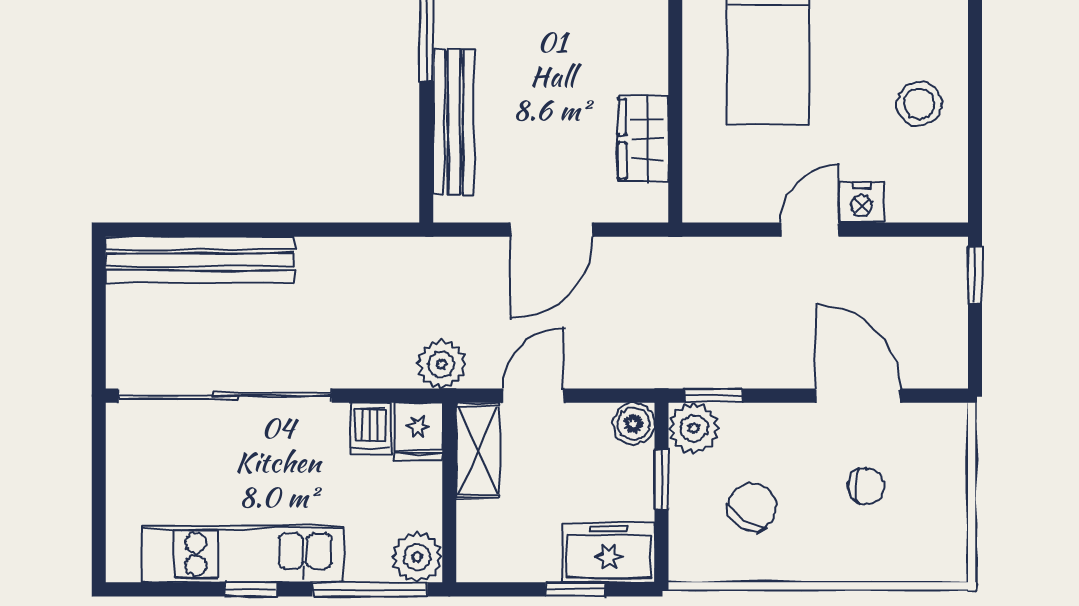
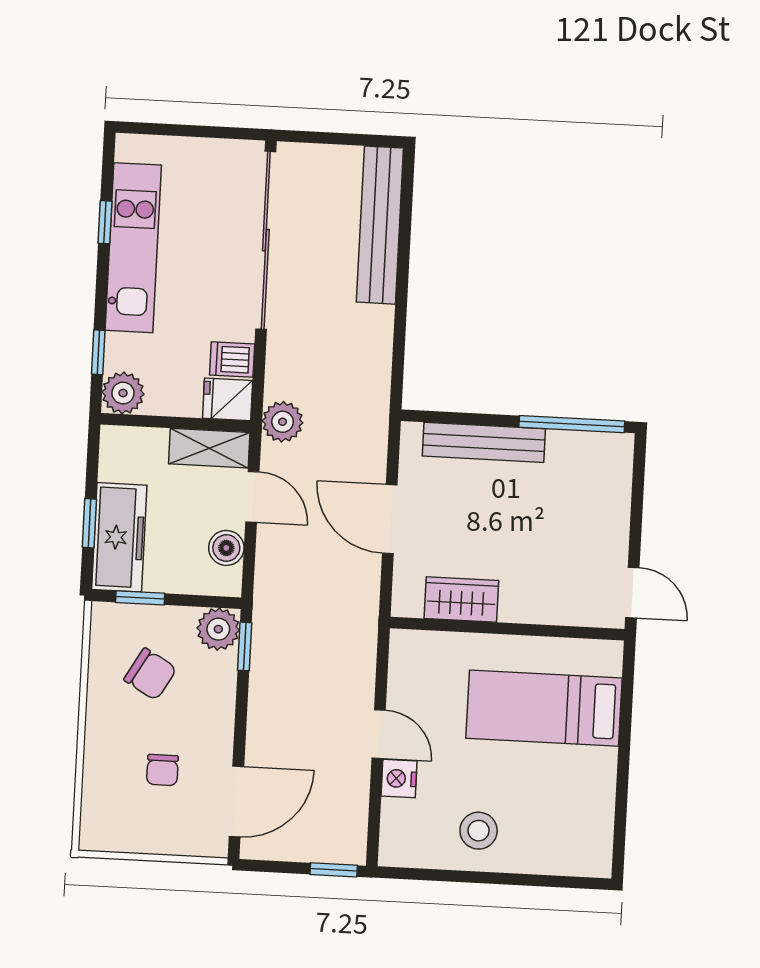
door: (858, 396) -> (236, 801), moved
boiler: (633, 424) -> (226, 548), moved
window: (661, 480) -> (140, 598), moved
freezer: (609, 553) -> (119, 537), width x1.40
window: (251, 589) -> (105, 222), moved
window: (370, 589) -> (98, 352), width x0.46

